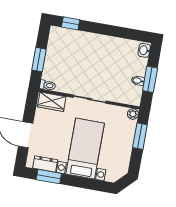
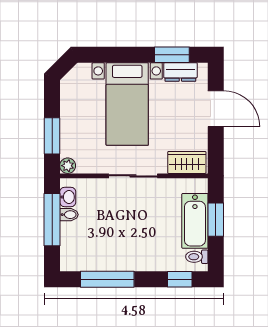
window: (120, 32) -> (107, 279), added
washbasin: (144, 50) -> (68, 197), moved
bathtub: (53, 61) -> (195, 221), added
window: (150, 79) -> (52, 220), width x1.44
toilet: (48, 85) -> (197, 257), moved

